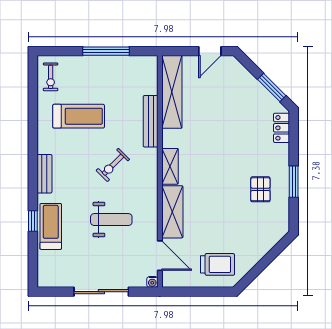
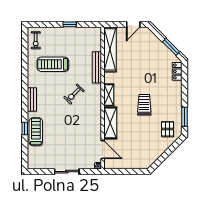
window: (106, 51) -> (70, 24), width x0.46
treadmill: (79, 116) -> (53, 64), turned 180
window: (294, 182) -> (184, 117), moved
pallet: (260, 189) -> (168, 129), moved
weight bench: (111, 220) -> (73, 128), removed
trolley: (217, 264) -> (144, 105), moved, turned -90
sliding door: (101, 292) -> (67, 172), width x0.73

